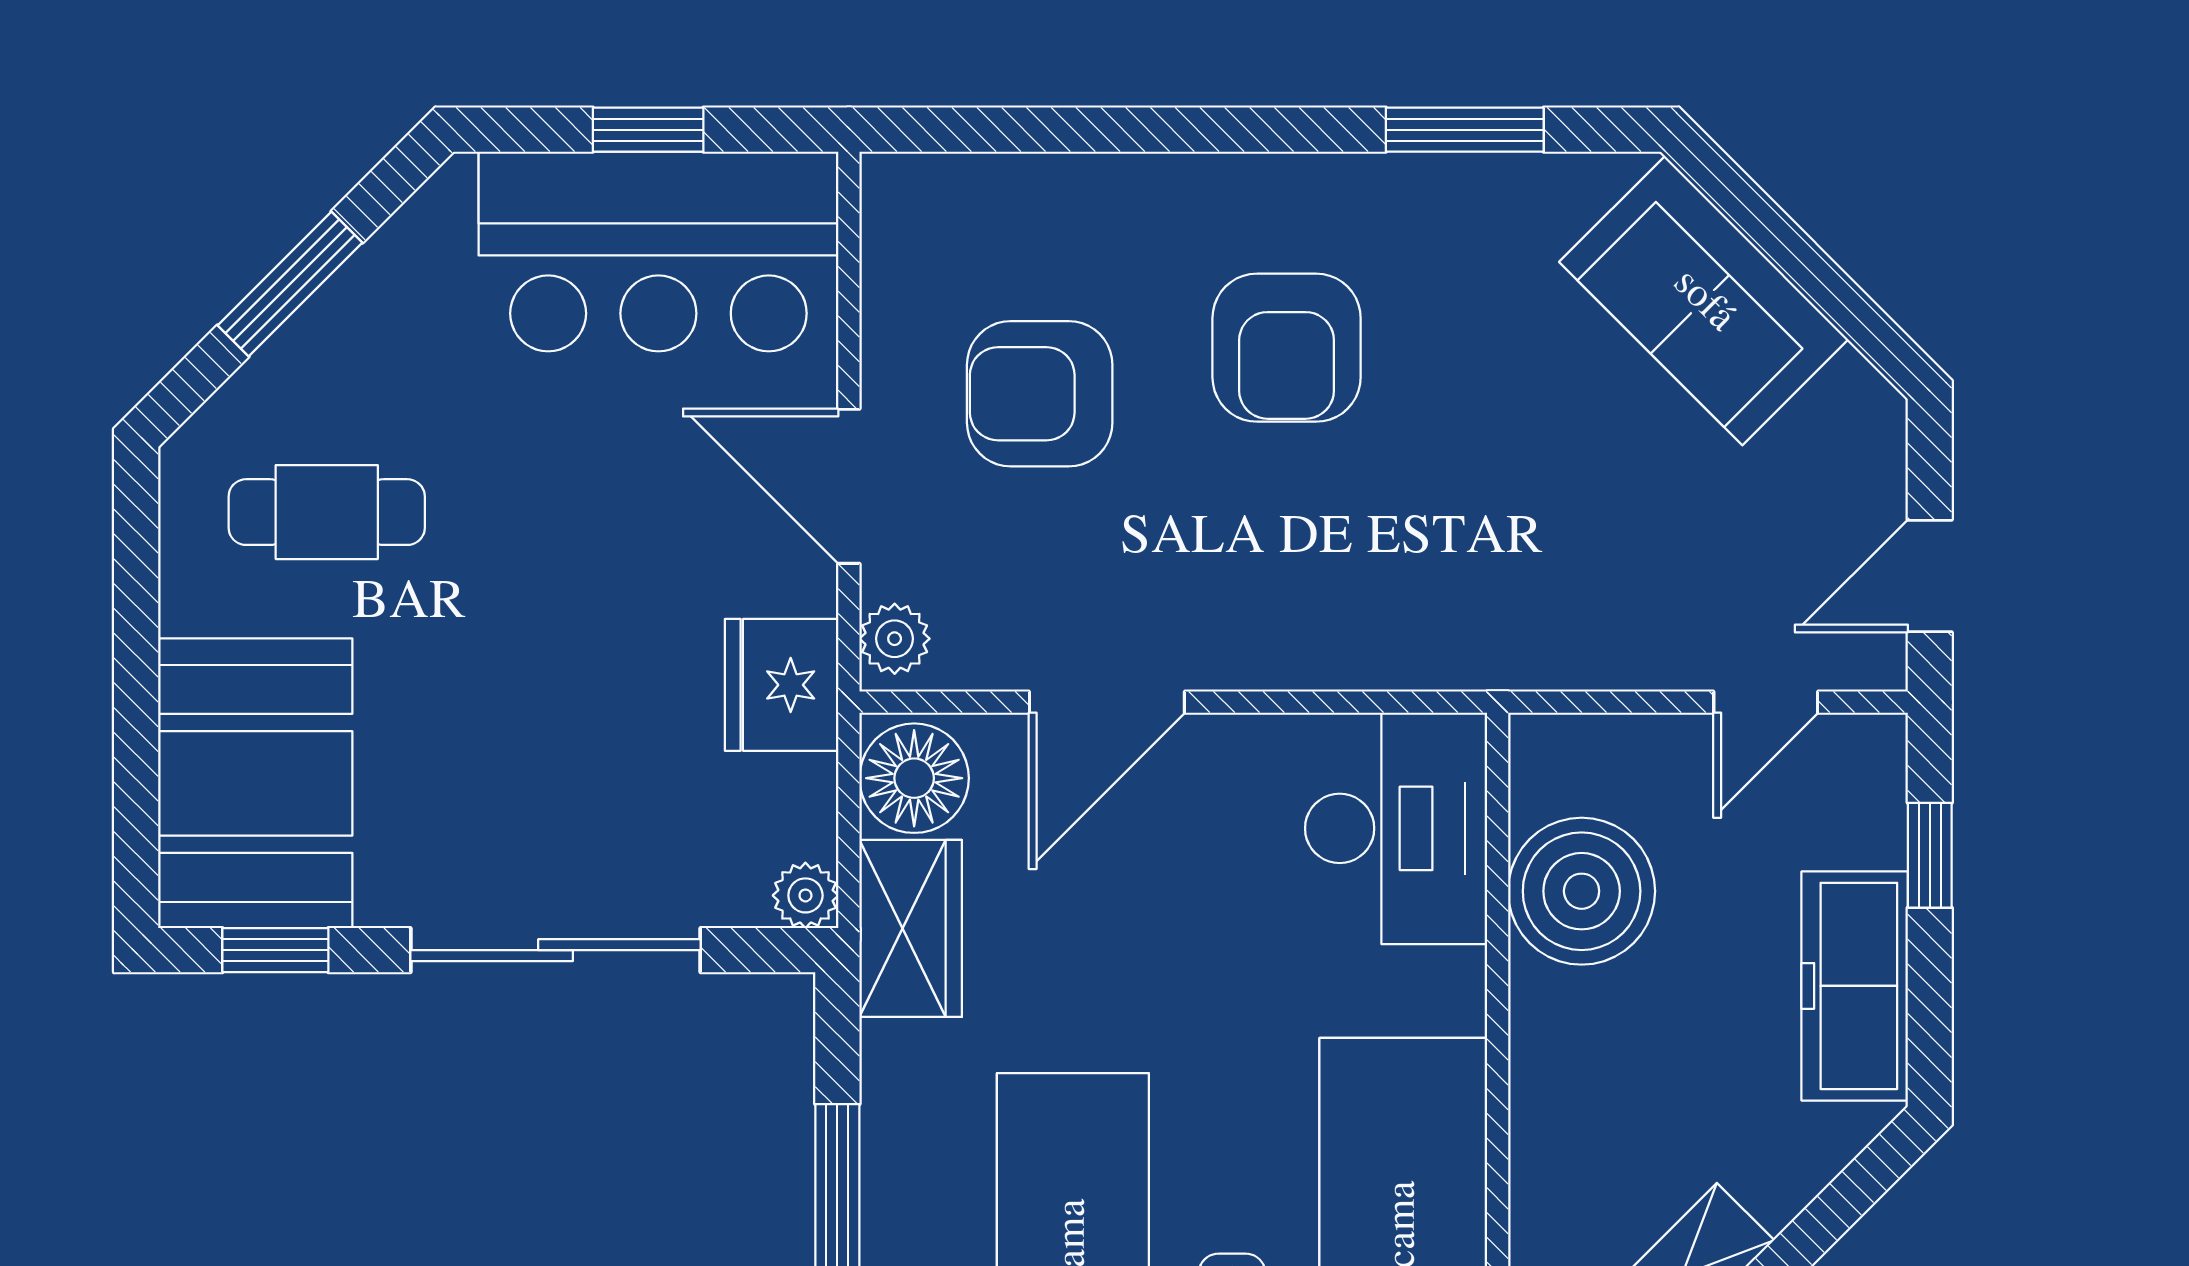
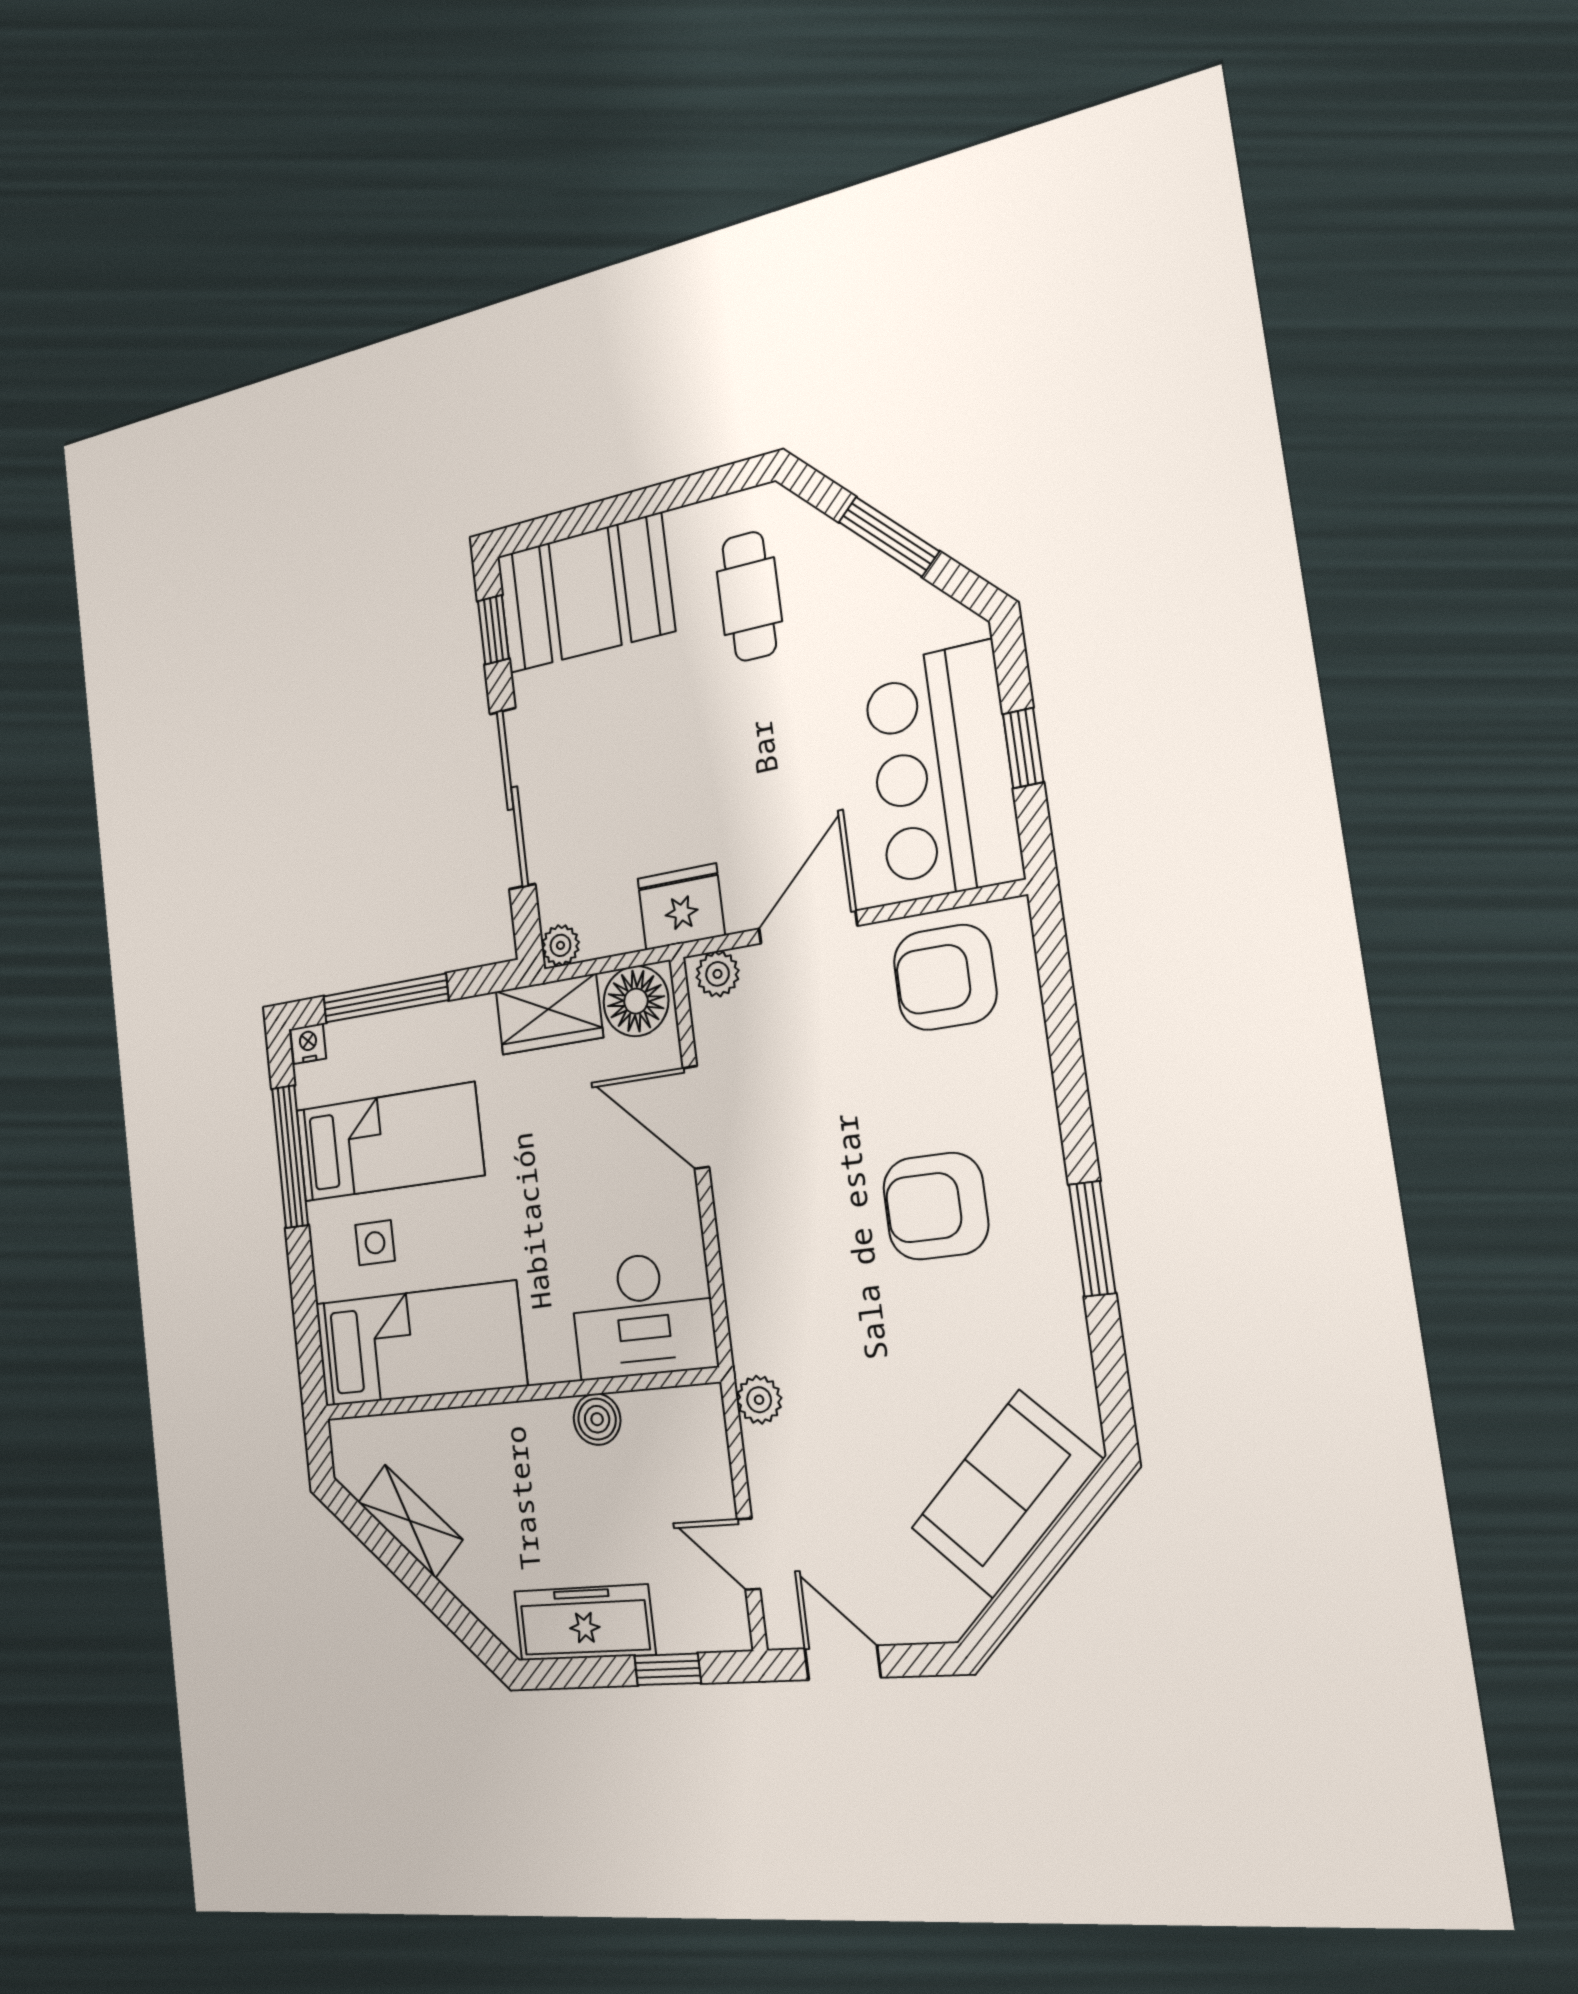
window: (1465, 130) -> (1092, 1239), moved
armchair: (1040, 394) -> (945, 977), moved, turned -90
plant: (1540, 656) -> (759, 1400), added
boiler: (1582, 891) -> (597, 1419), width x0.54, depth x0.54

